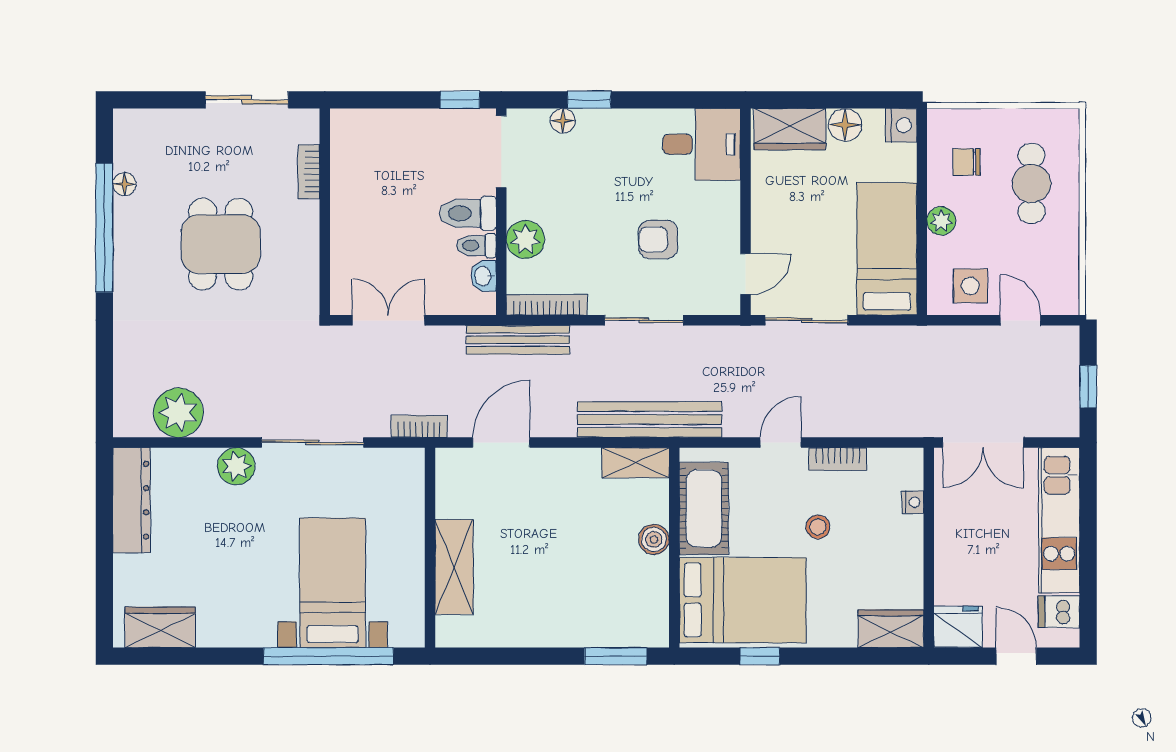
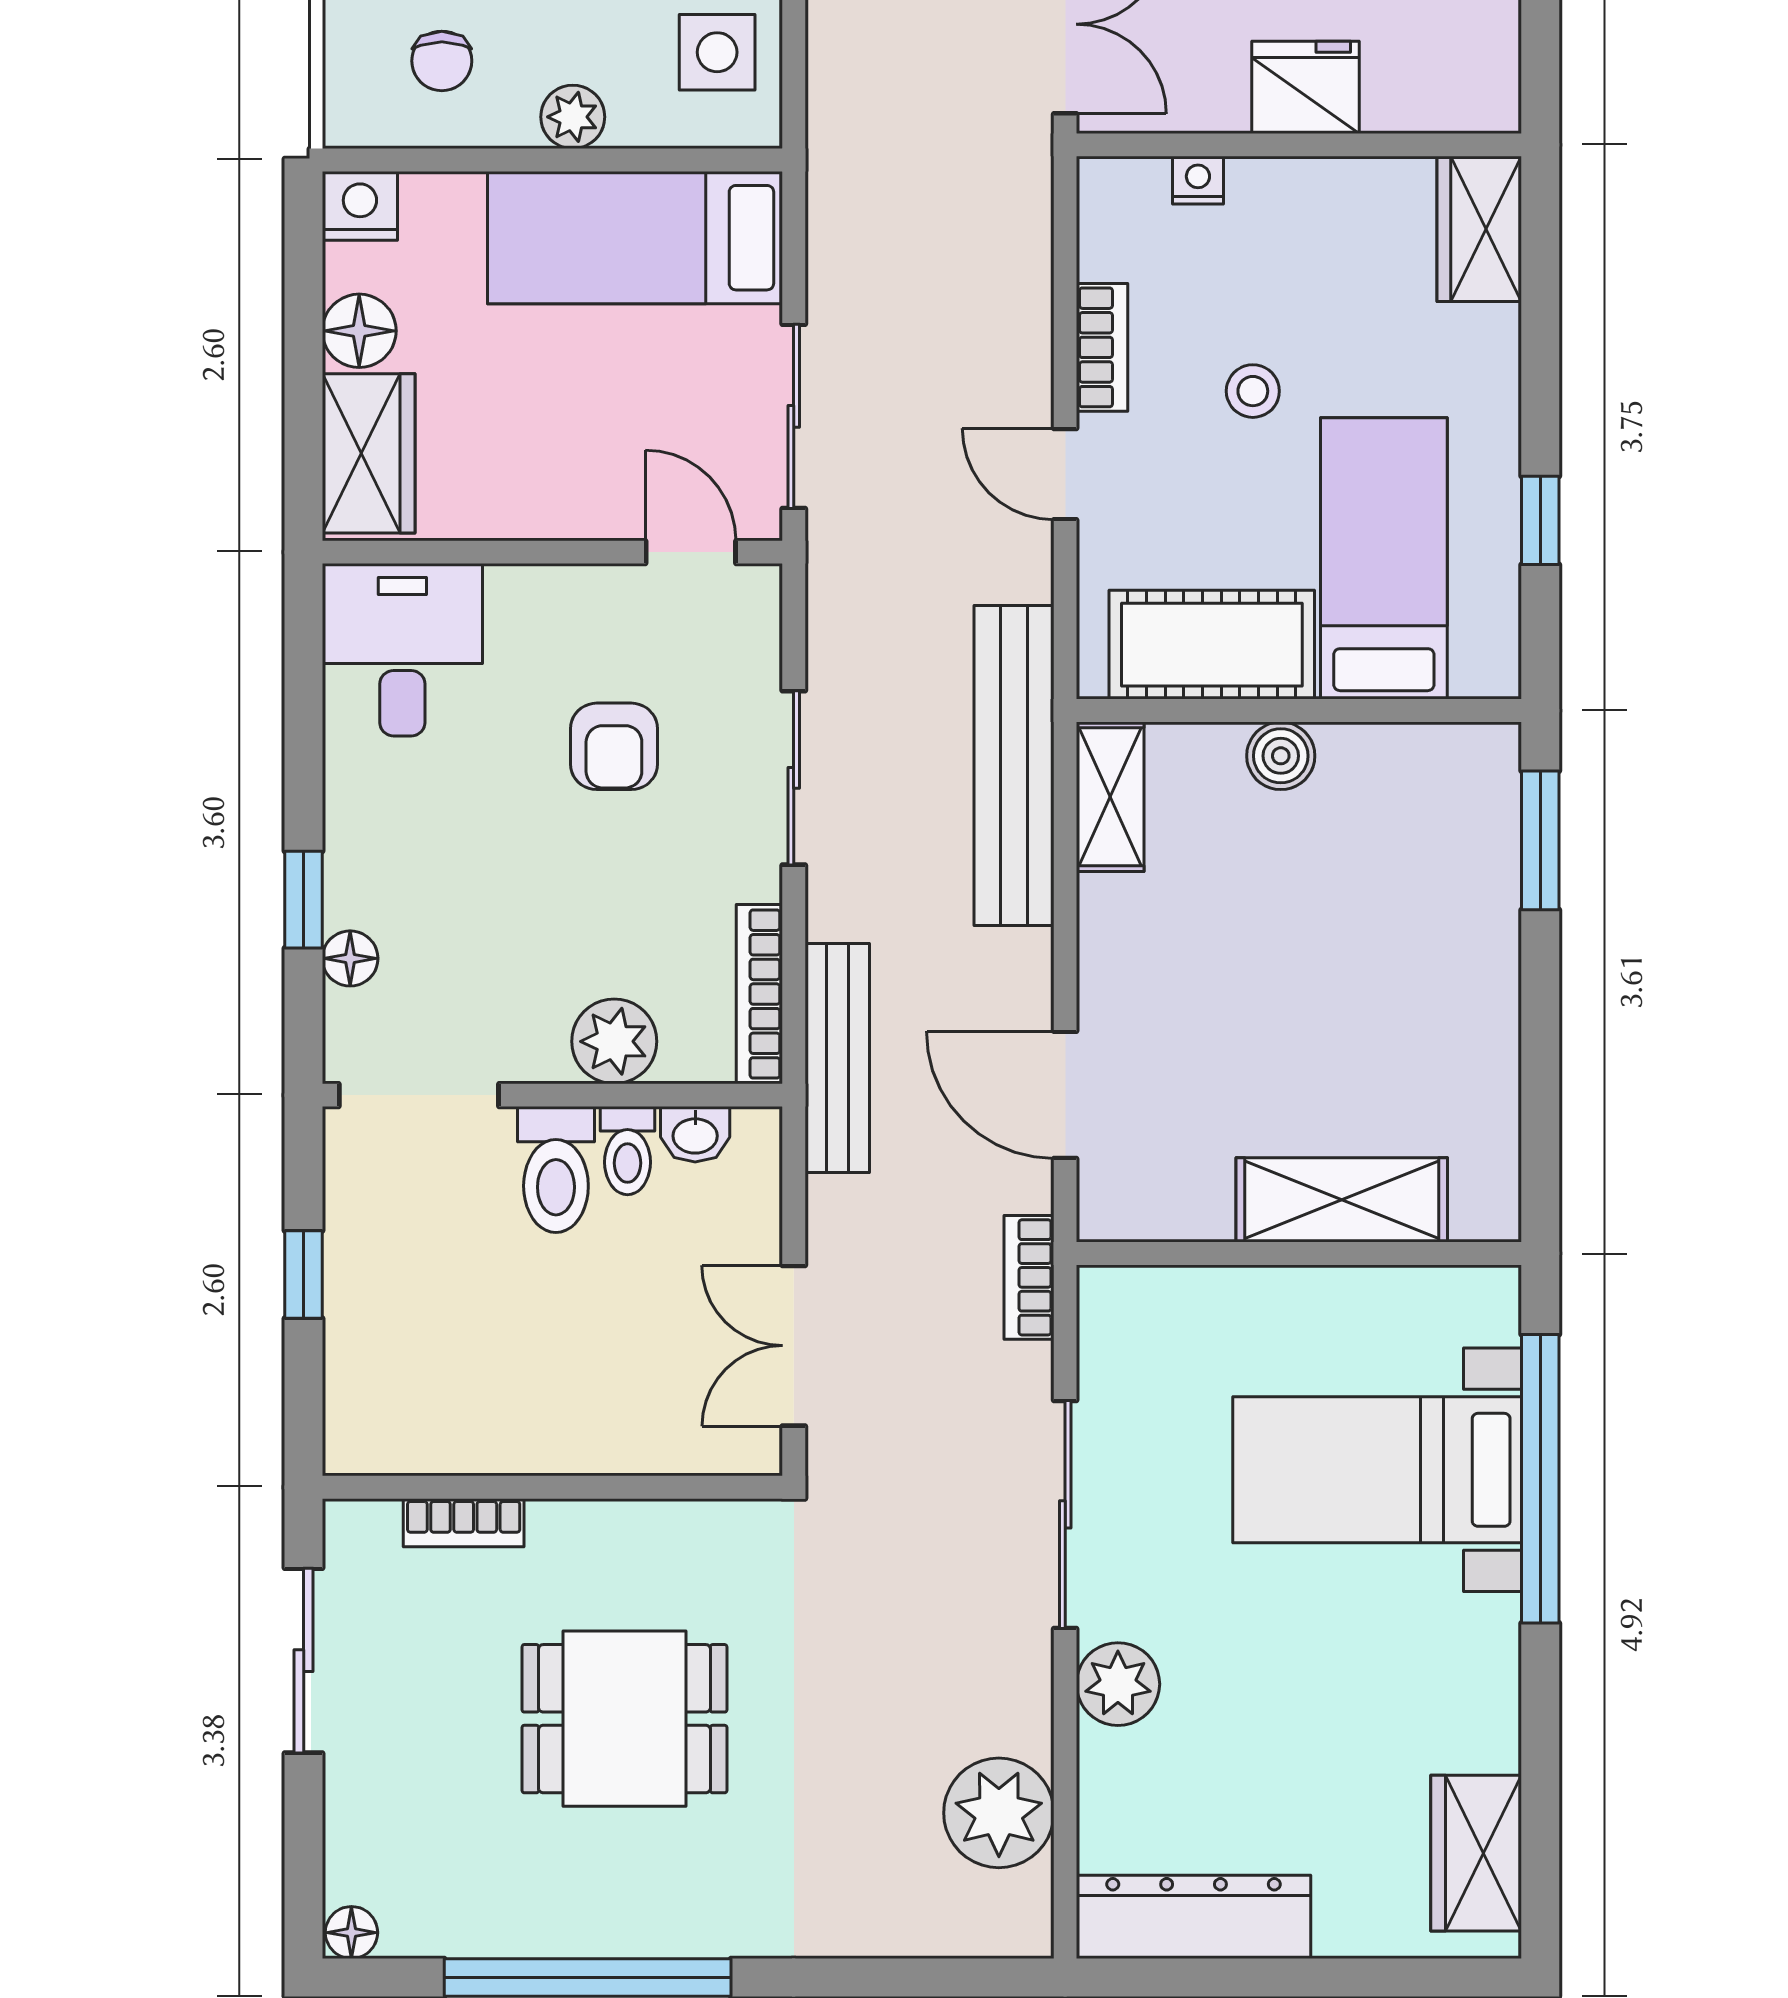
window: (460, 100) -> (304, 1274), moved
floor lamp: (124, 184) -> (351, 1933), moved
bed: (743, 600) -> (1384, 558), width x0.67
fridge: (958, 627) -> (1305, 87), moved, turned 90

